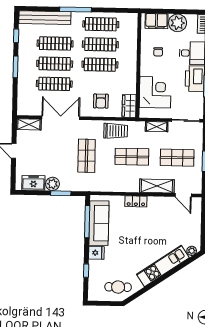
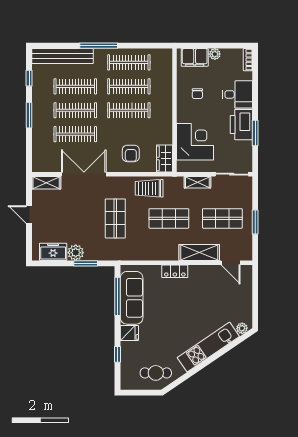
plant: (178, 23) -> (215, 54), width x0.53, depth x0.53
trolley: (116, 131) -> (149, 188), turned 180

